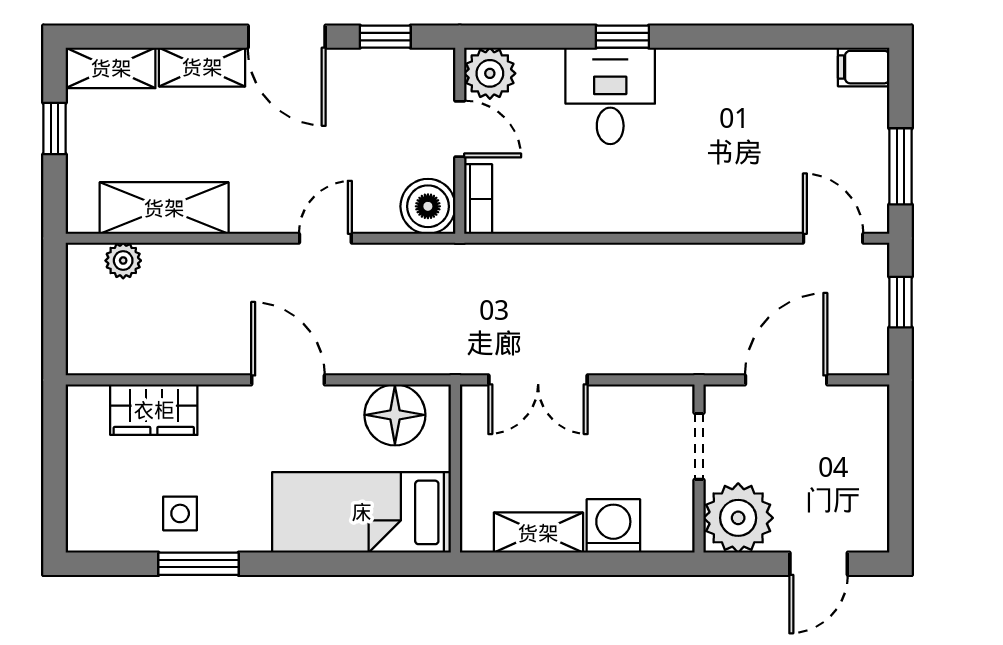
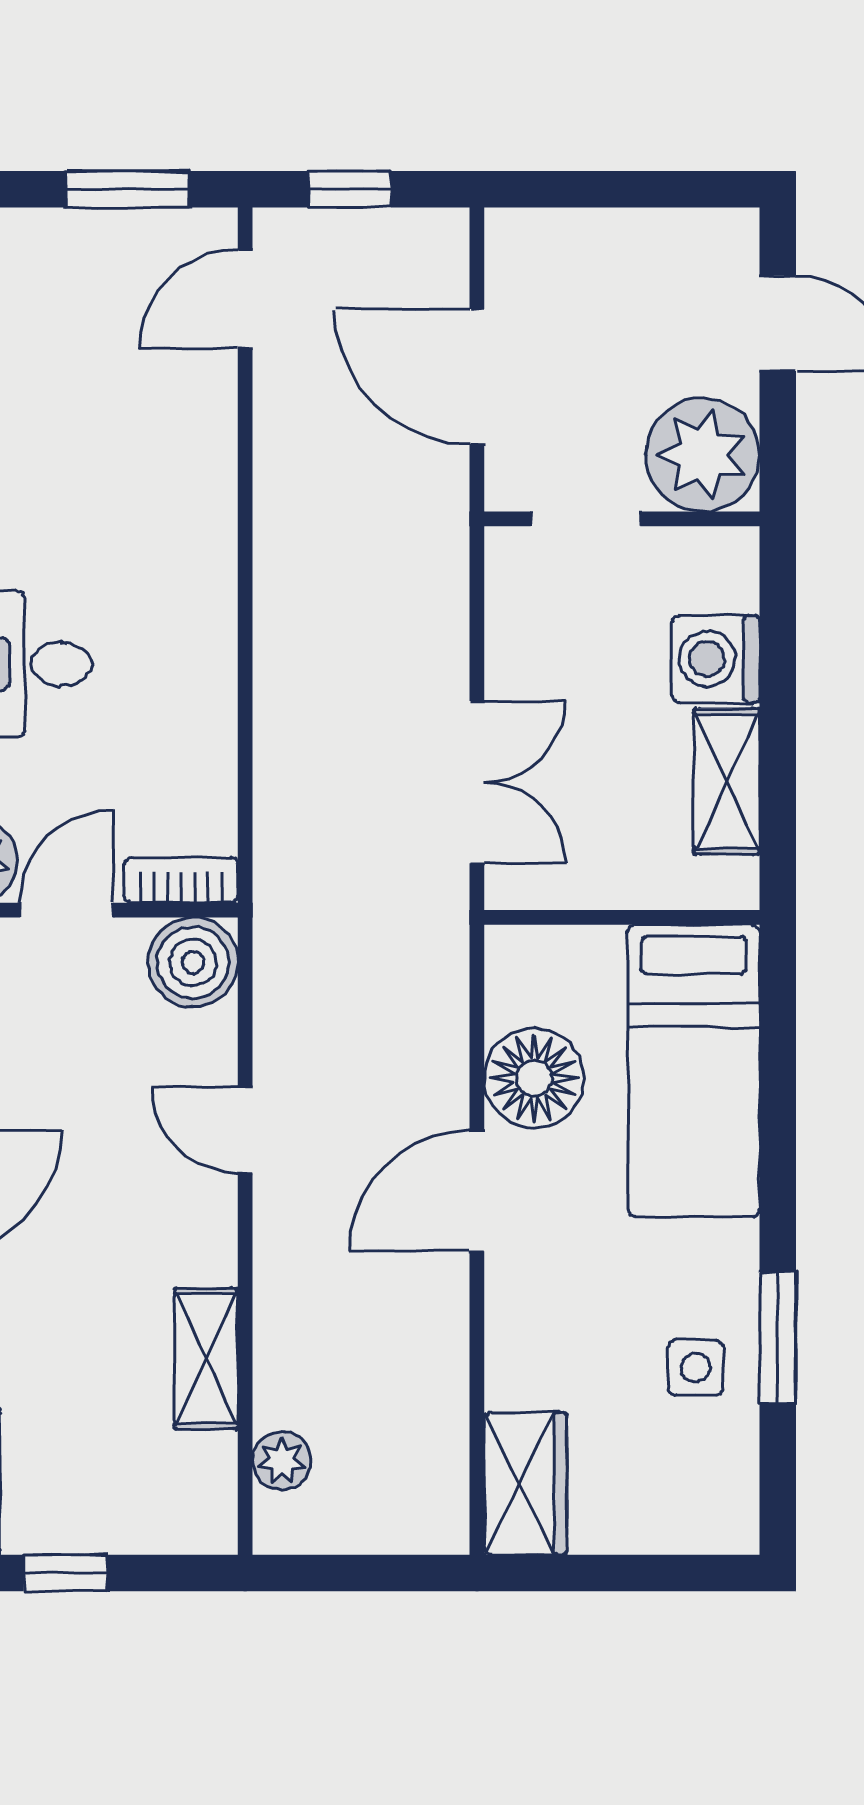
shelving: (164, 208) -> (206, 1359), width x0.67, depth x0.75
wardrobe: (154, 410) -> (526, 1484), moved
floor lamp: (395, 415) -> (534, 1078), moved

